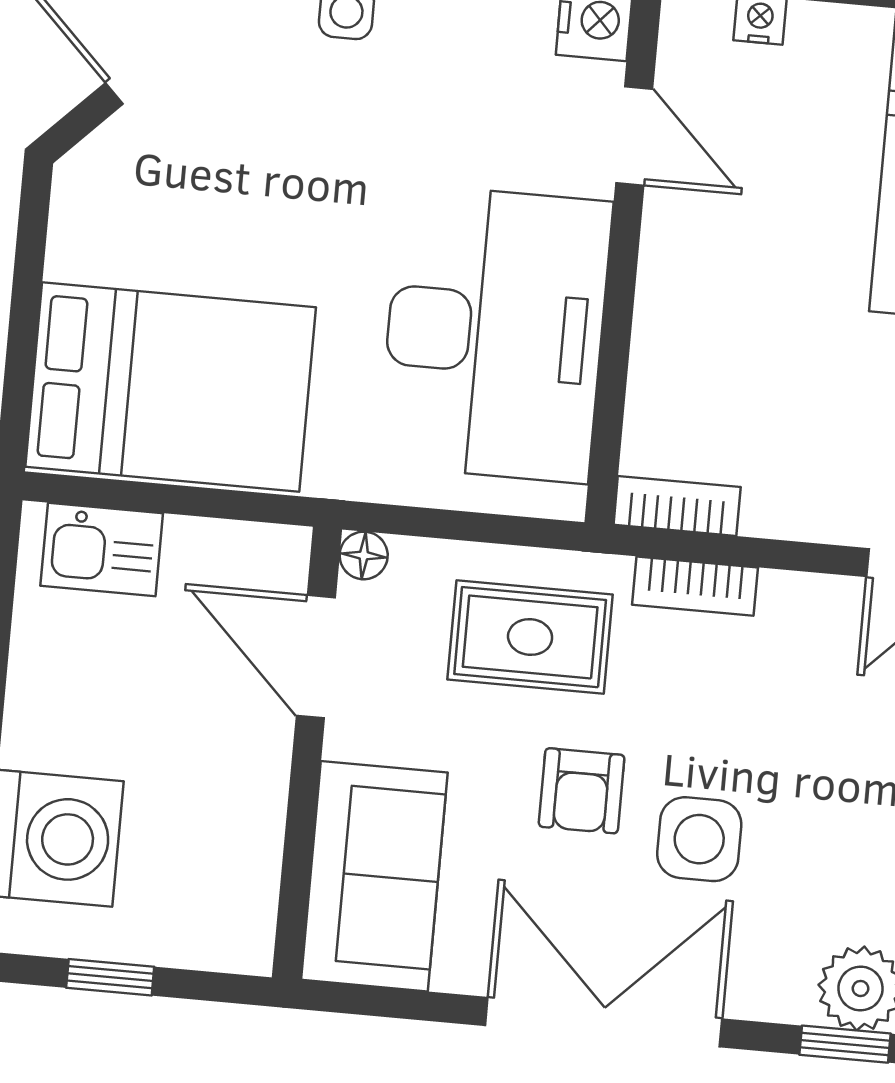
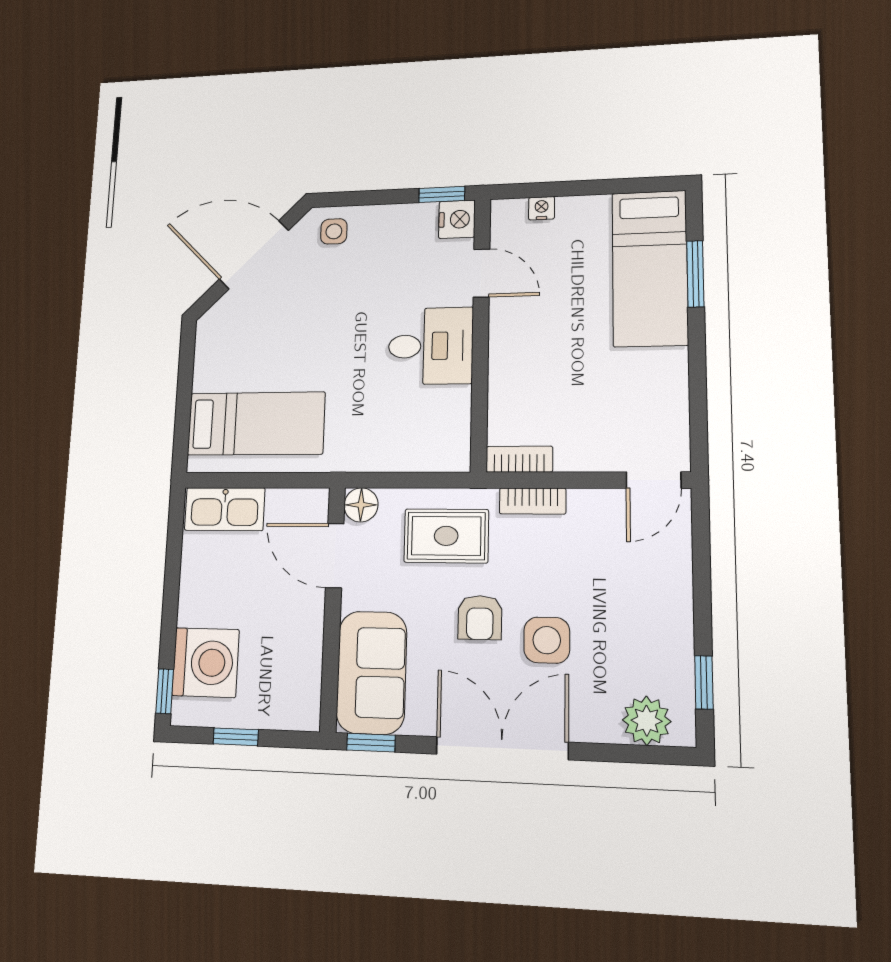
desk: (495, 334) -> (431, 346), width x0.53, depth x0.77
bed: (171, 387) -> (256, 424), width x0.67
kitchen sink: (102, 550) -> (225, 509), width x1.38
floor lamp: (364, 555) -> (361, 505), width x1.37, depth x1.37
window: (845, 1044) -> (371, 743), moved

